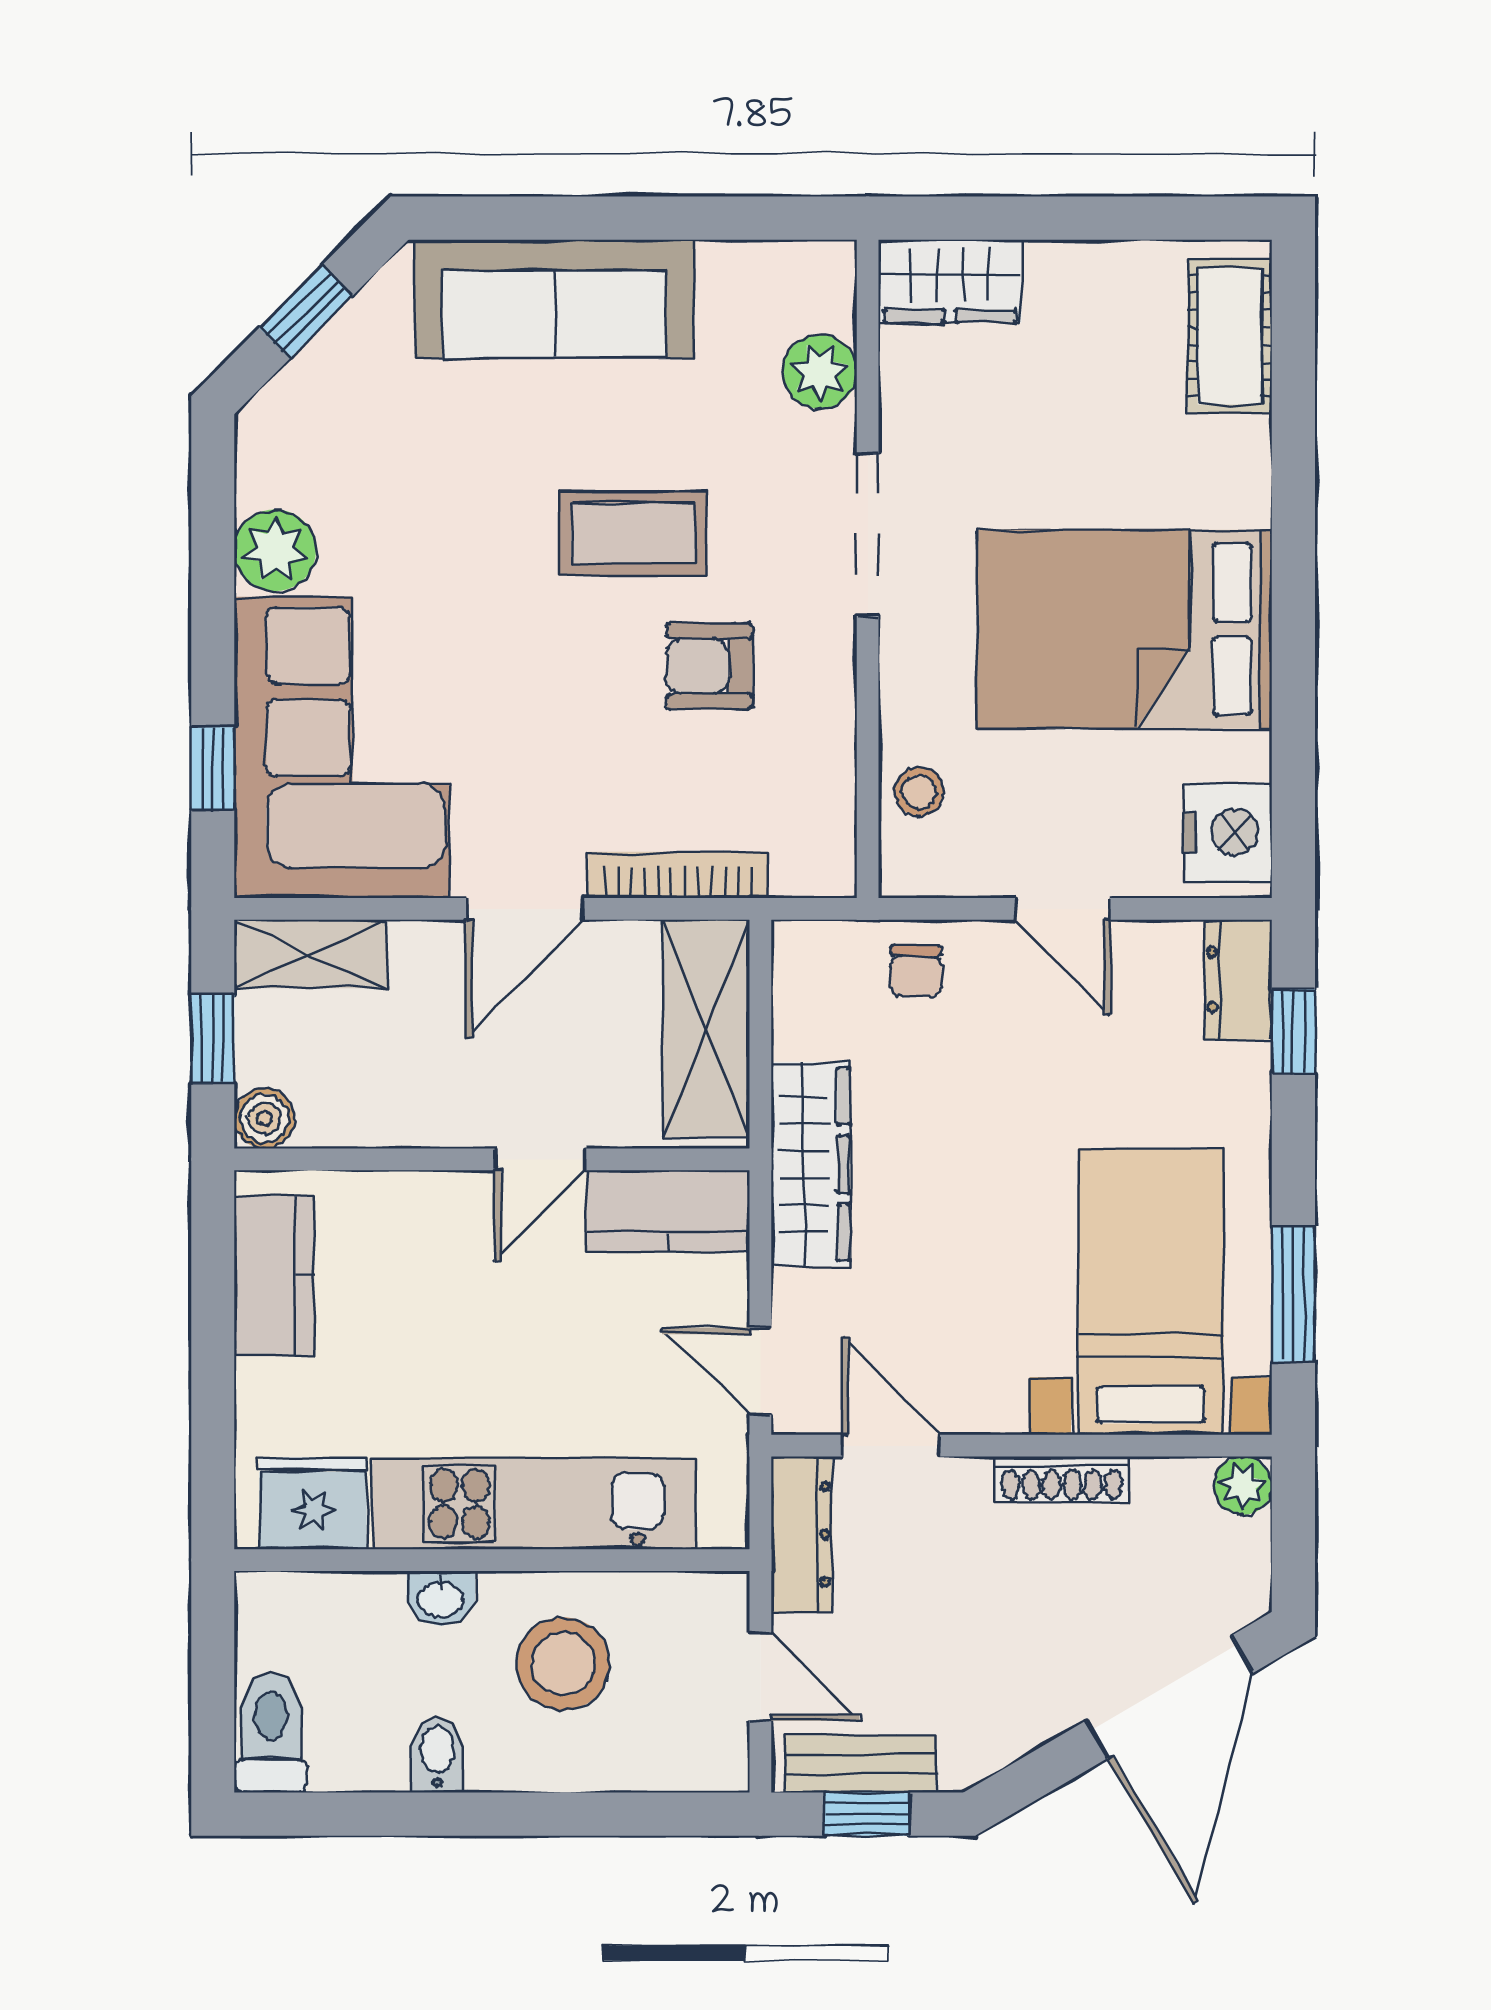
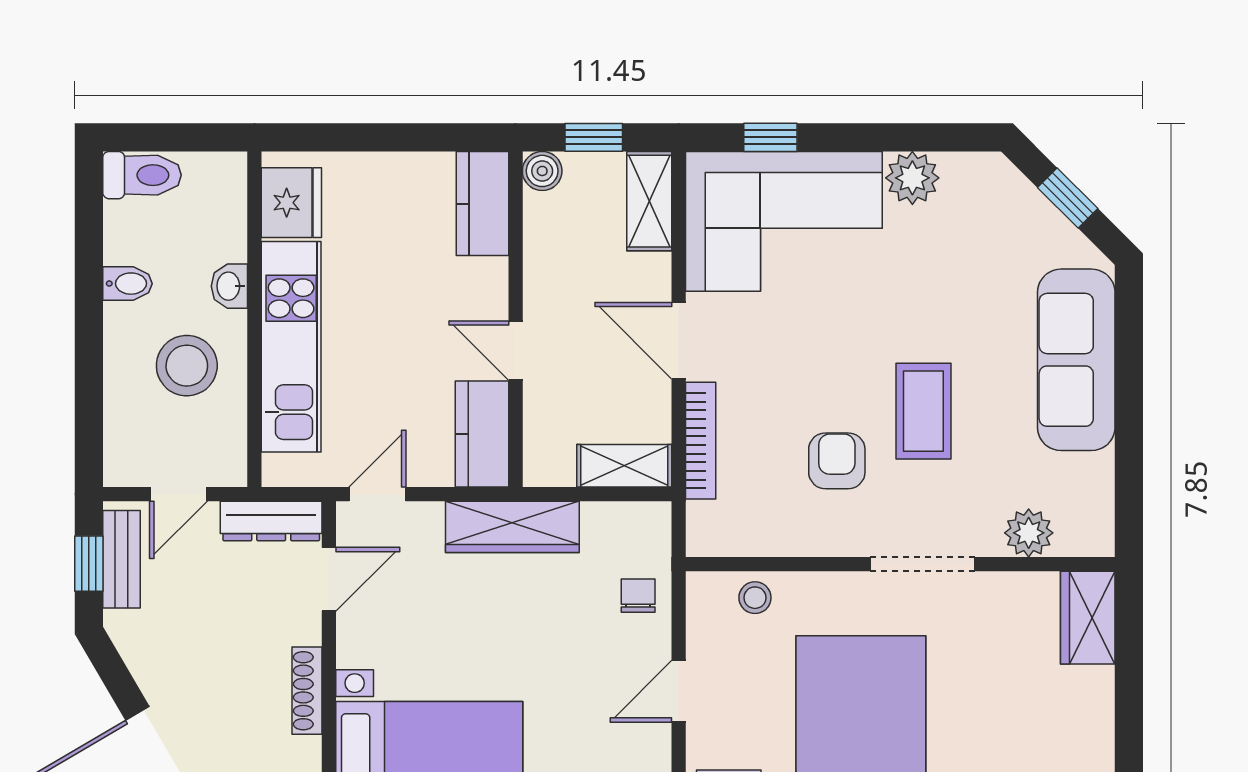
chair: (916, 971) -> (638, 596), turned 90
shelving: (706, 1029) -> (624, 466), width x0.67, depth x0.75
kitchen counter: (274, 1276) -> (482, 204), moved, turned 90

